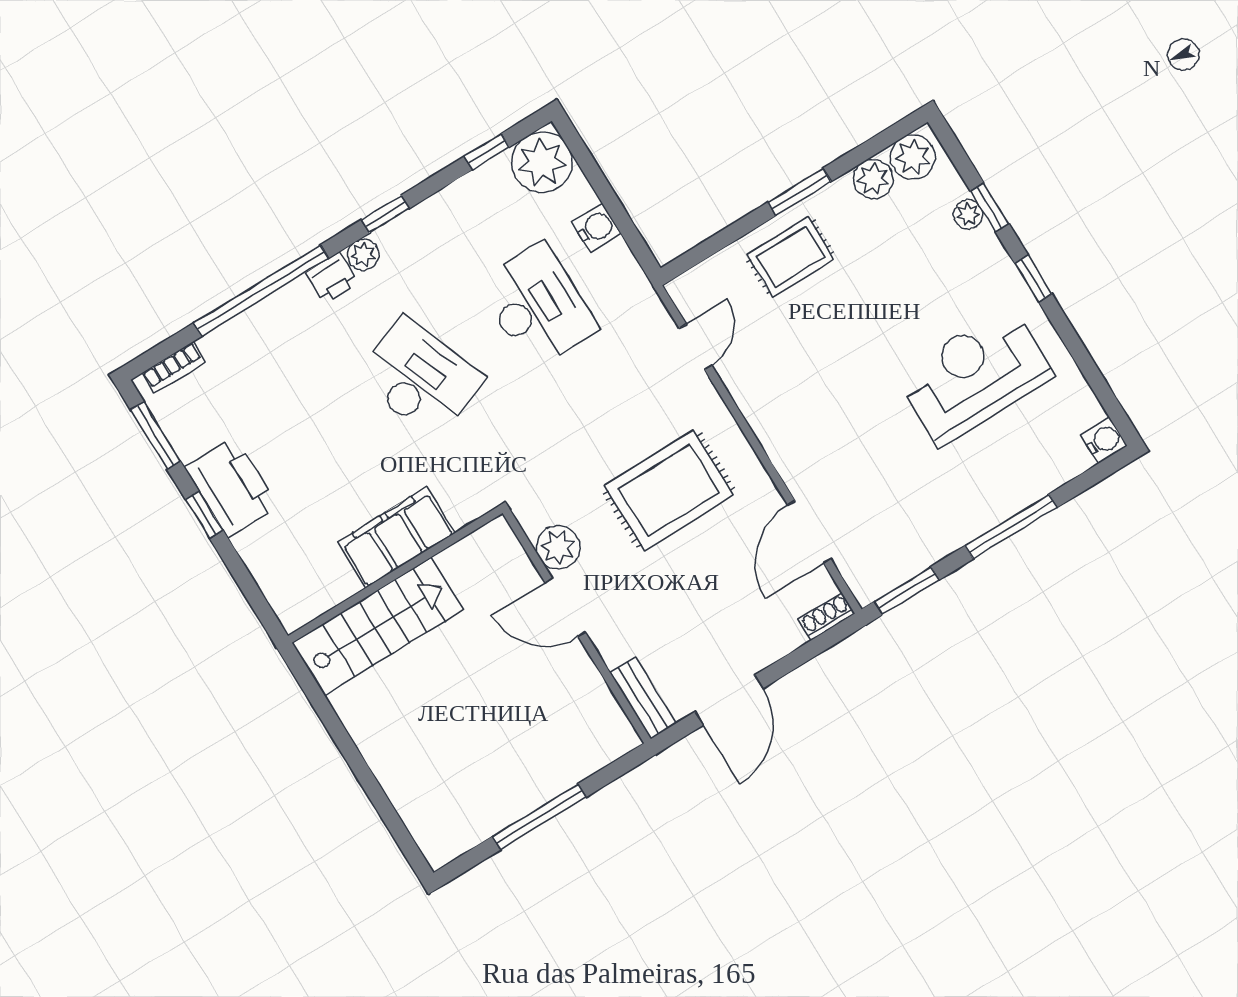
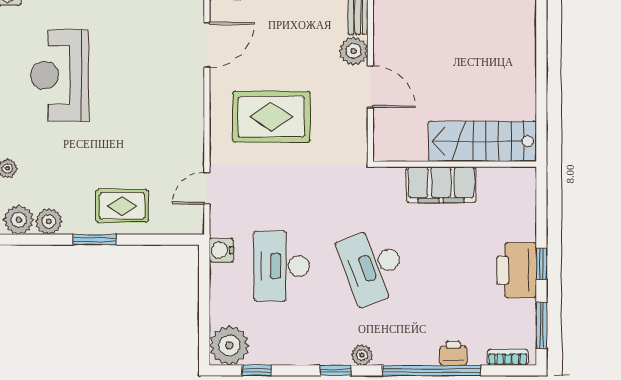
water cooler: (596, 228) -> (221, 250), moved
printer: (332, 278) -> (453, 353), moved
reception desk: (975, 376) -> (60, 75), turned 90
plant: (558, 547) -> (353, 51), moved

